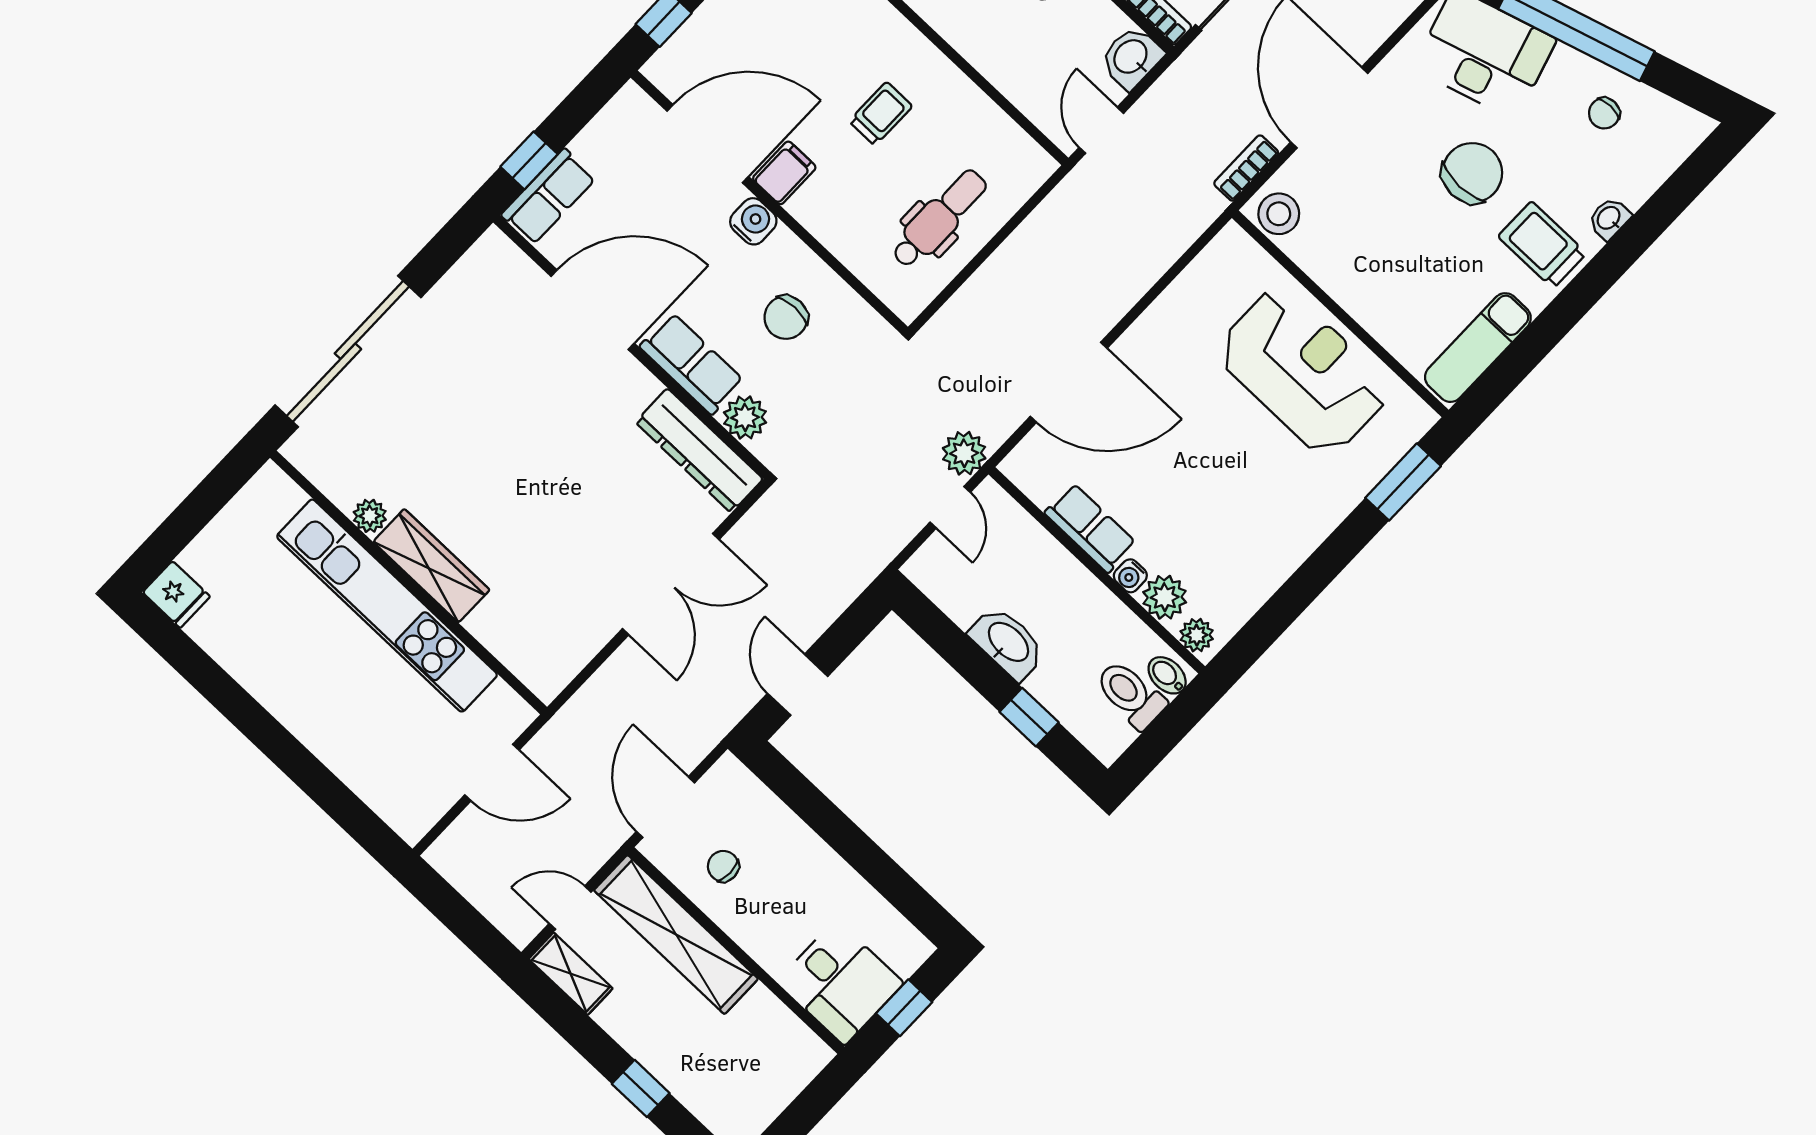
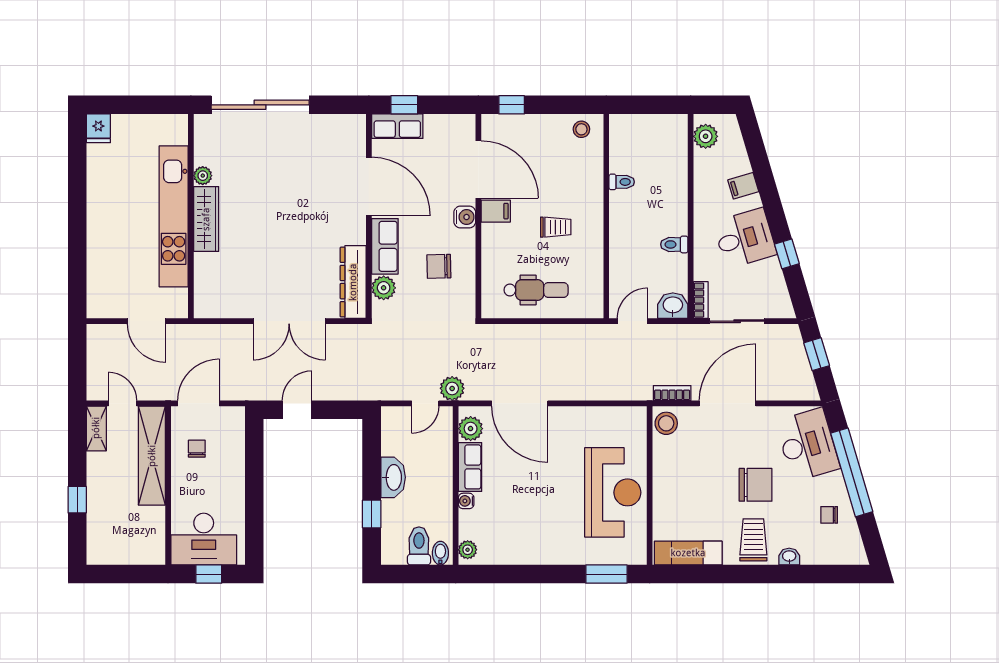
plant: (1165, 597) -> (471, 429), moved
desk: (840, 982) -> (204, 539), width x1.37

